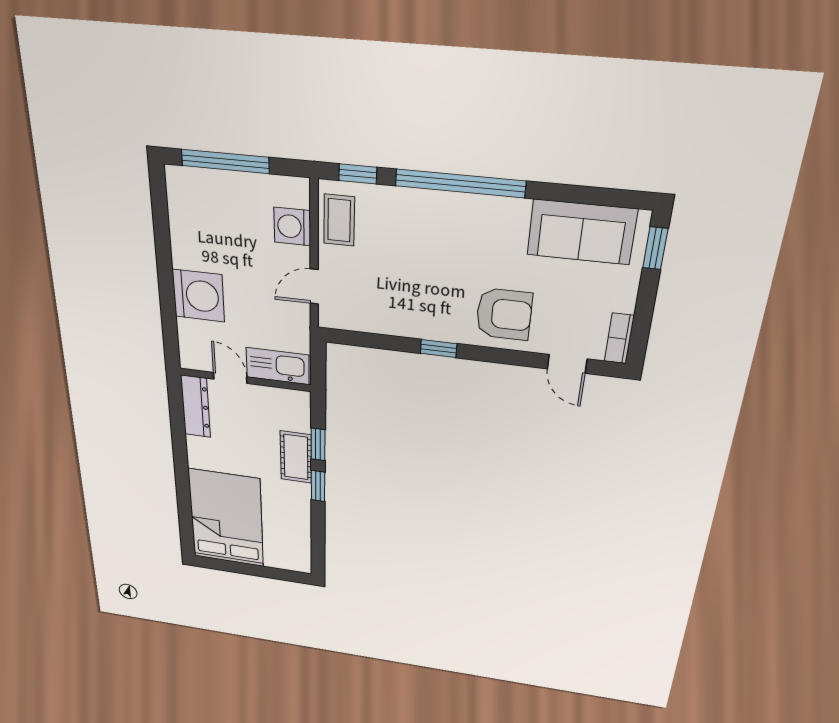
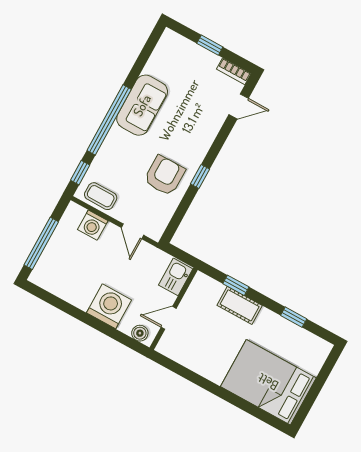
sofa: (582, 232) -> (142, 105), moved
window: (655, 248) -> (210, 45), moved
armchair: (504, 314) -> (165, 176), moved
boiler: (190, 349) -> (140, 333), added
kitchen sink: (278, 366) -> (176, 277), width x0.73
dresser: (196, 406) -> (179, 353), removed
window: (318, 486) -> (294, 317), moved

